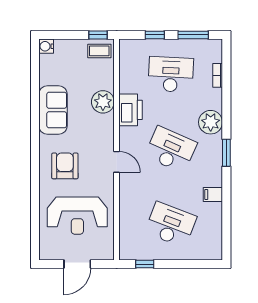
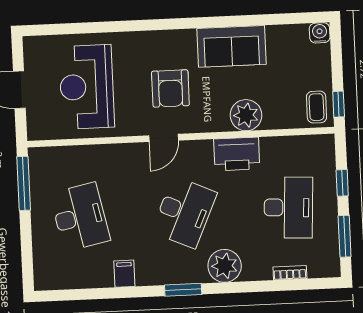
armchair: (65, 166) -> (170, 88), moved, turned 90
desk: (171, 225) -> (80, 217), turned -33
window: (145, 264) -> (24, 183), width x2.17

